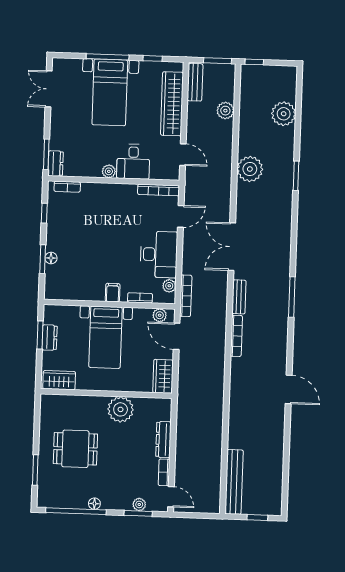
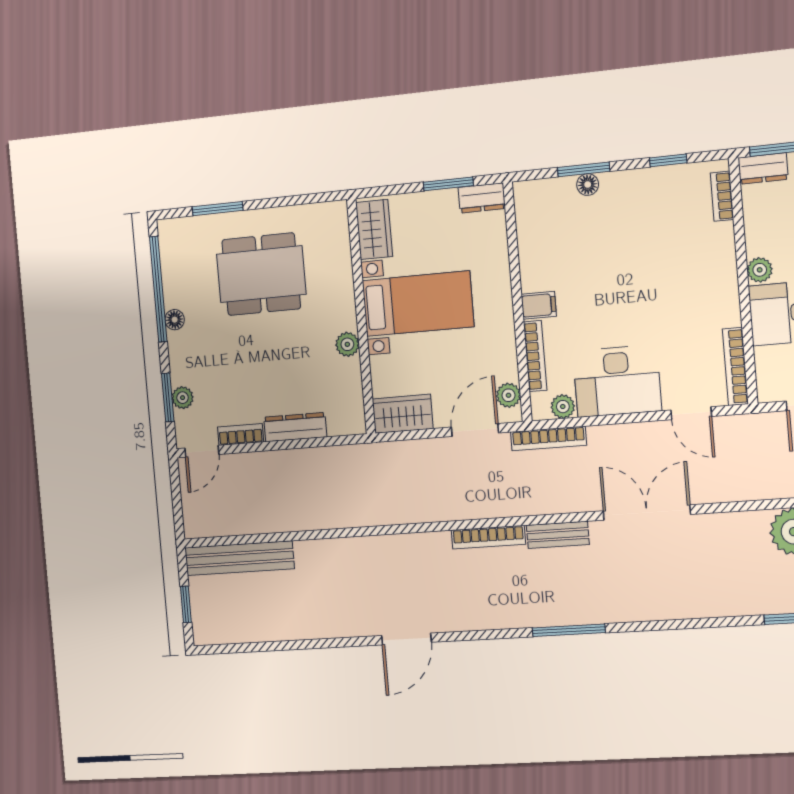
bookcase: (140, 298) -> (535, 356), width x1.56
bed with nightstands: (105, 337) -> (418, 304), moved, turned 180
dresser: (49, 338) -> (482, 198), moved
plant: (121, 409) -> (347, 344), width x0.53, depth x0.53
dining table: (75, 449) -> (261, 274), width x1.38

